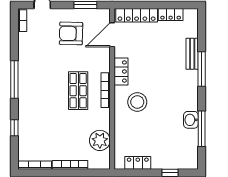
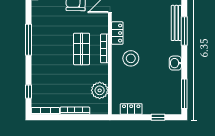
bench: (192, 54) -> (176, 23), width x1.36
washbasin: (191, 120) -> (175, 63), moved
window: (14, 128) -> (29, 92), moved
window: (202, 129) -> (184, 94), moved

